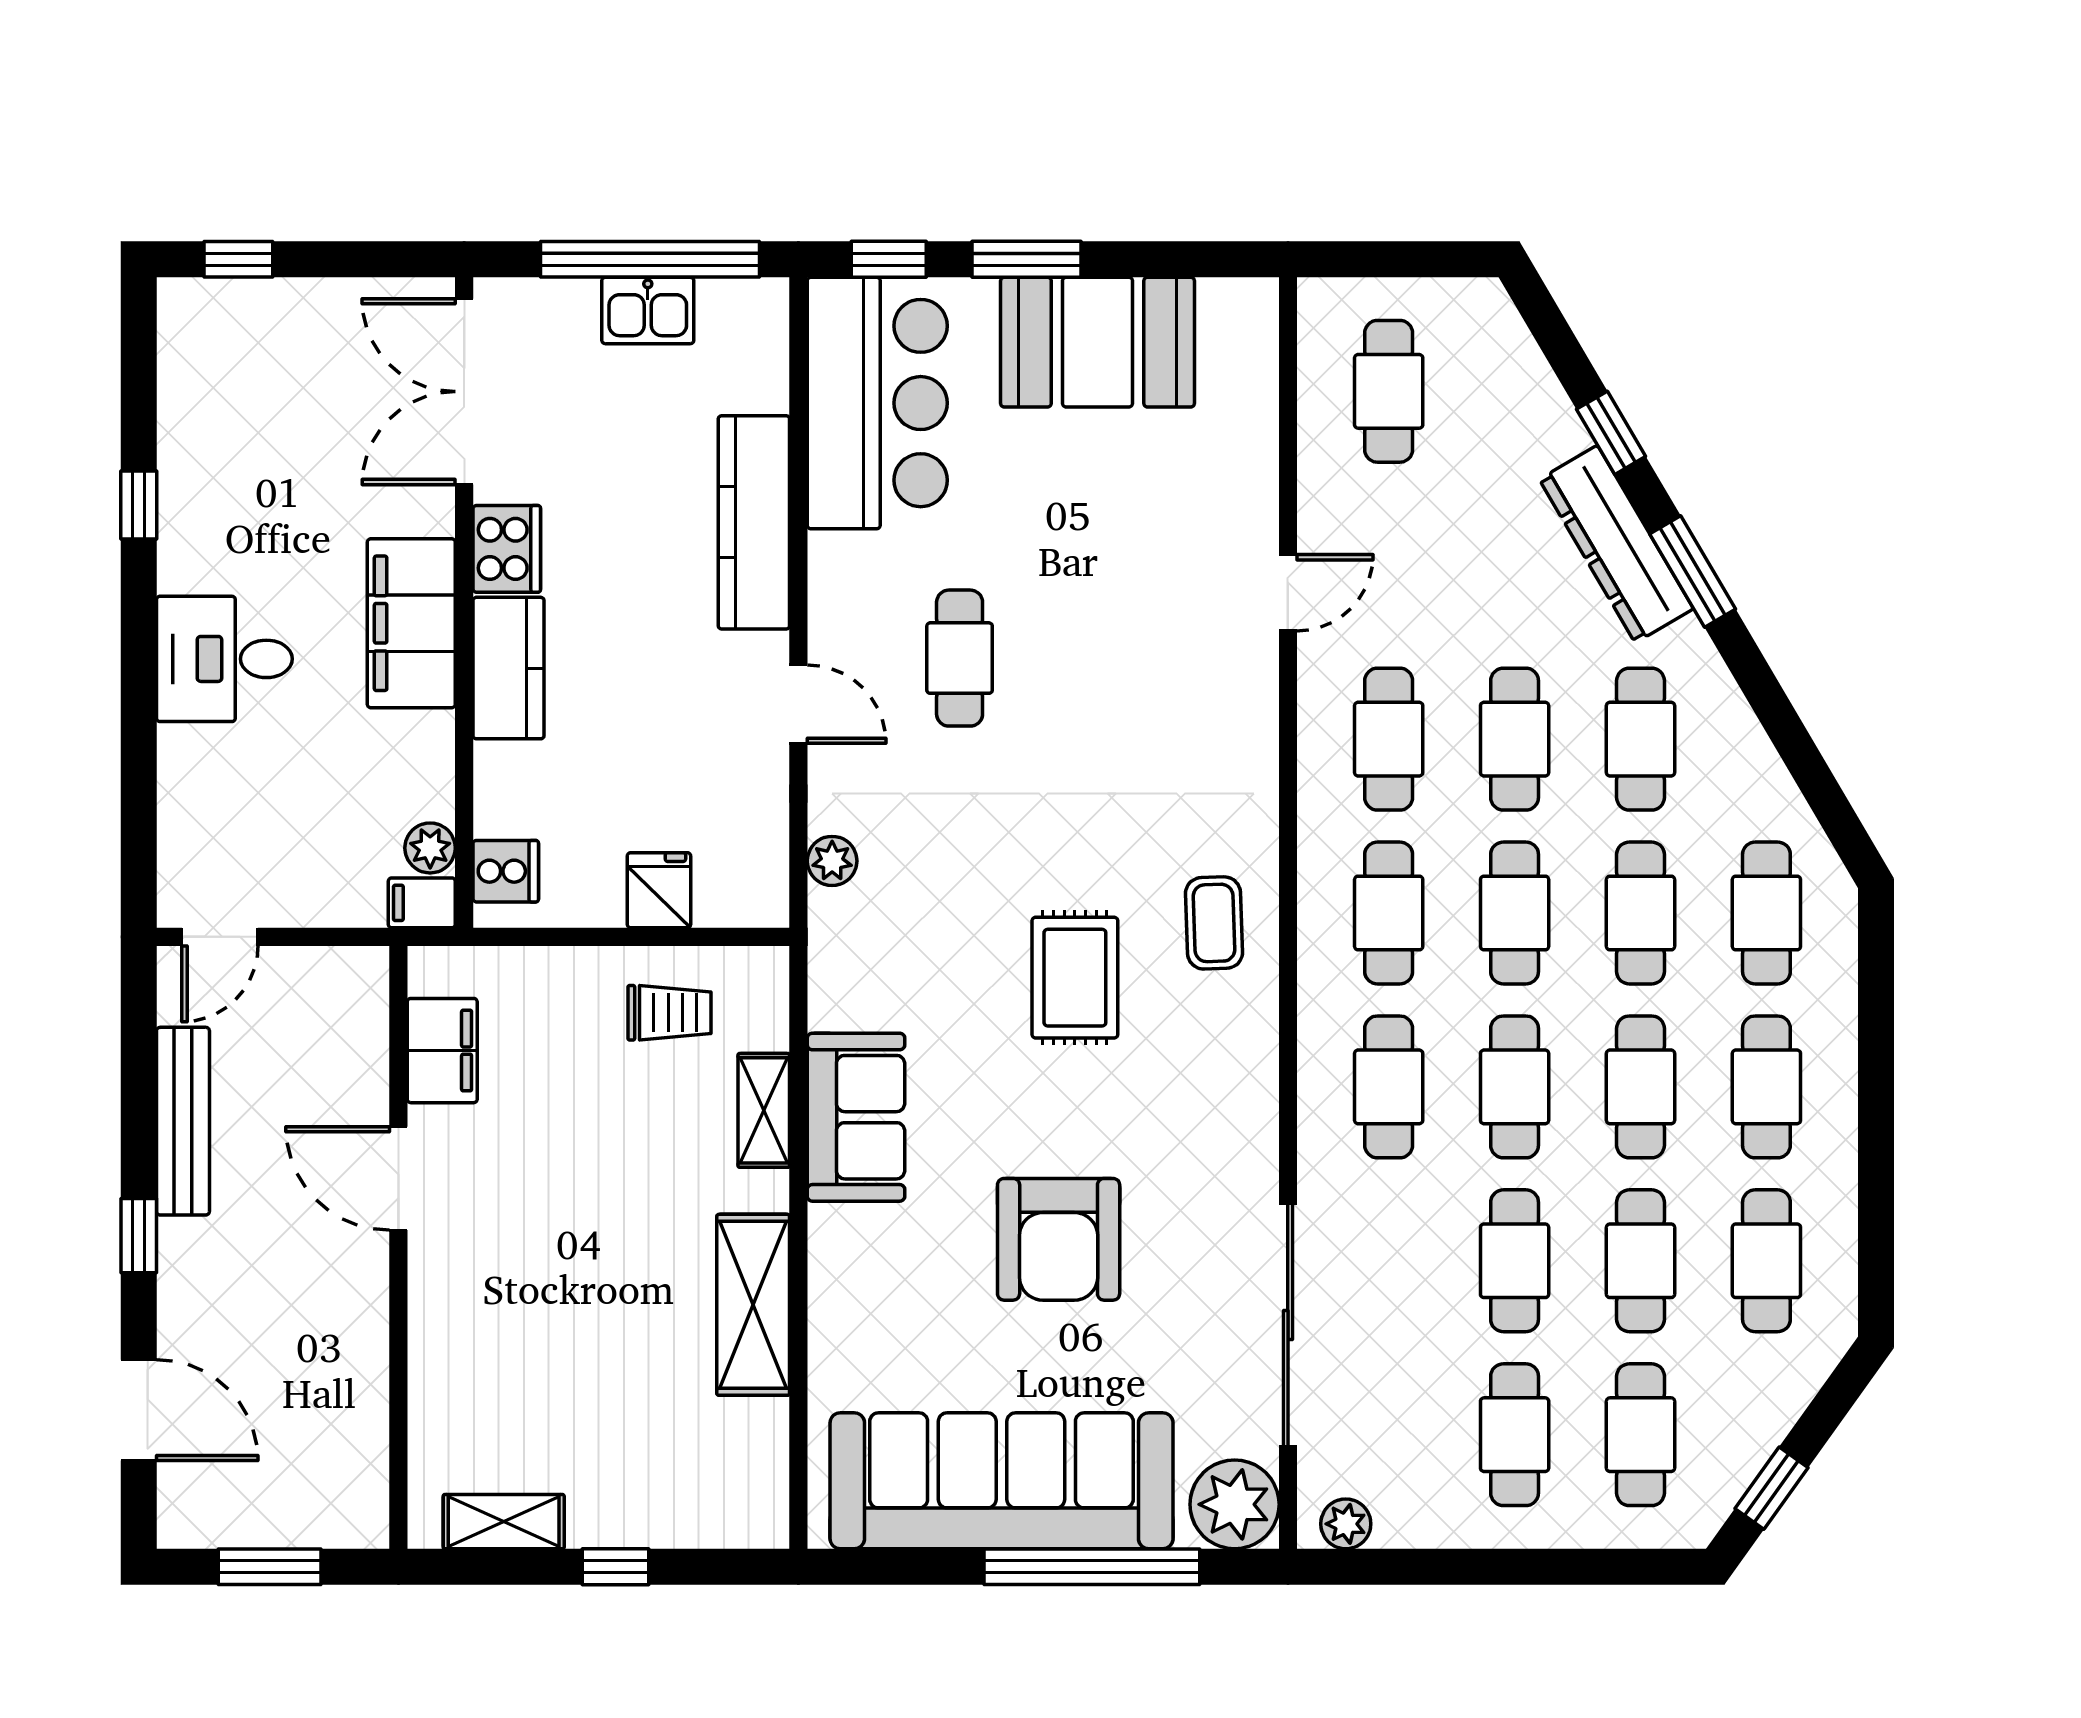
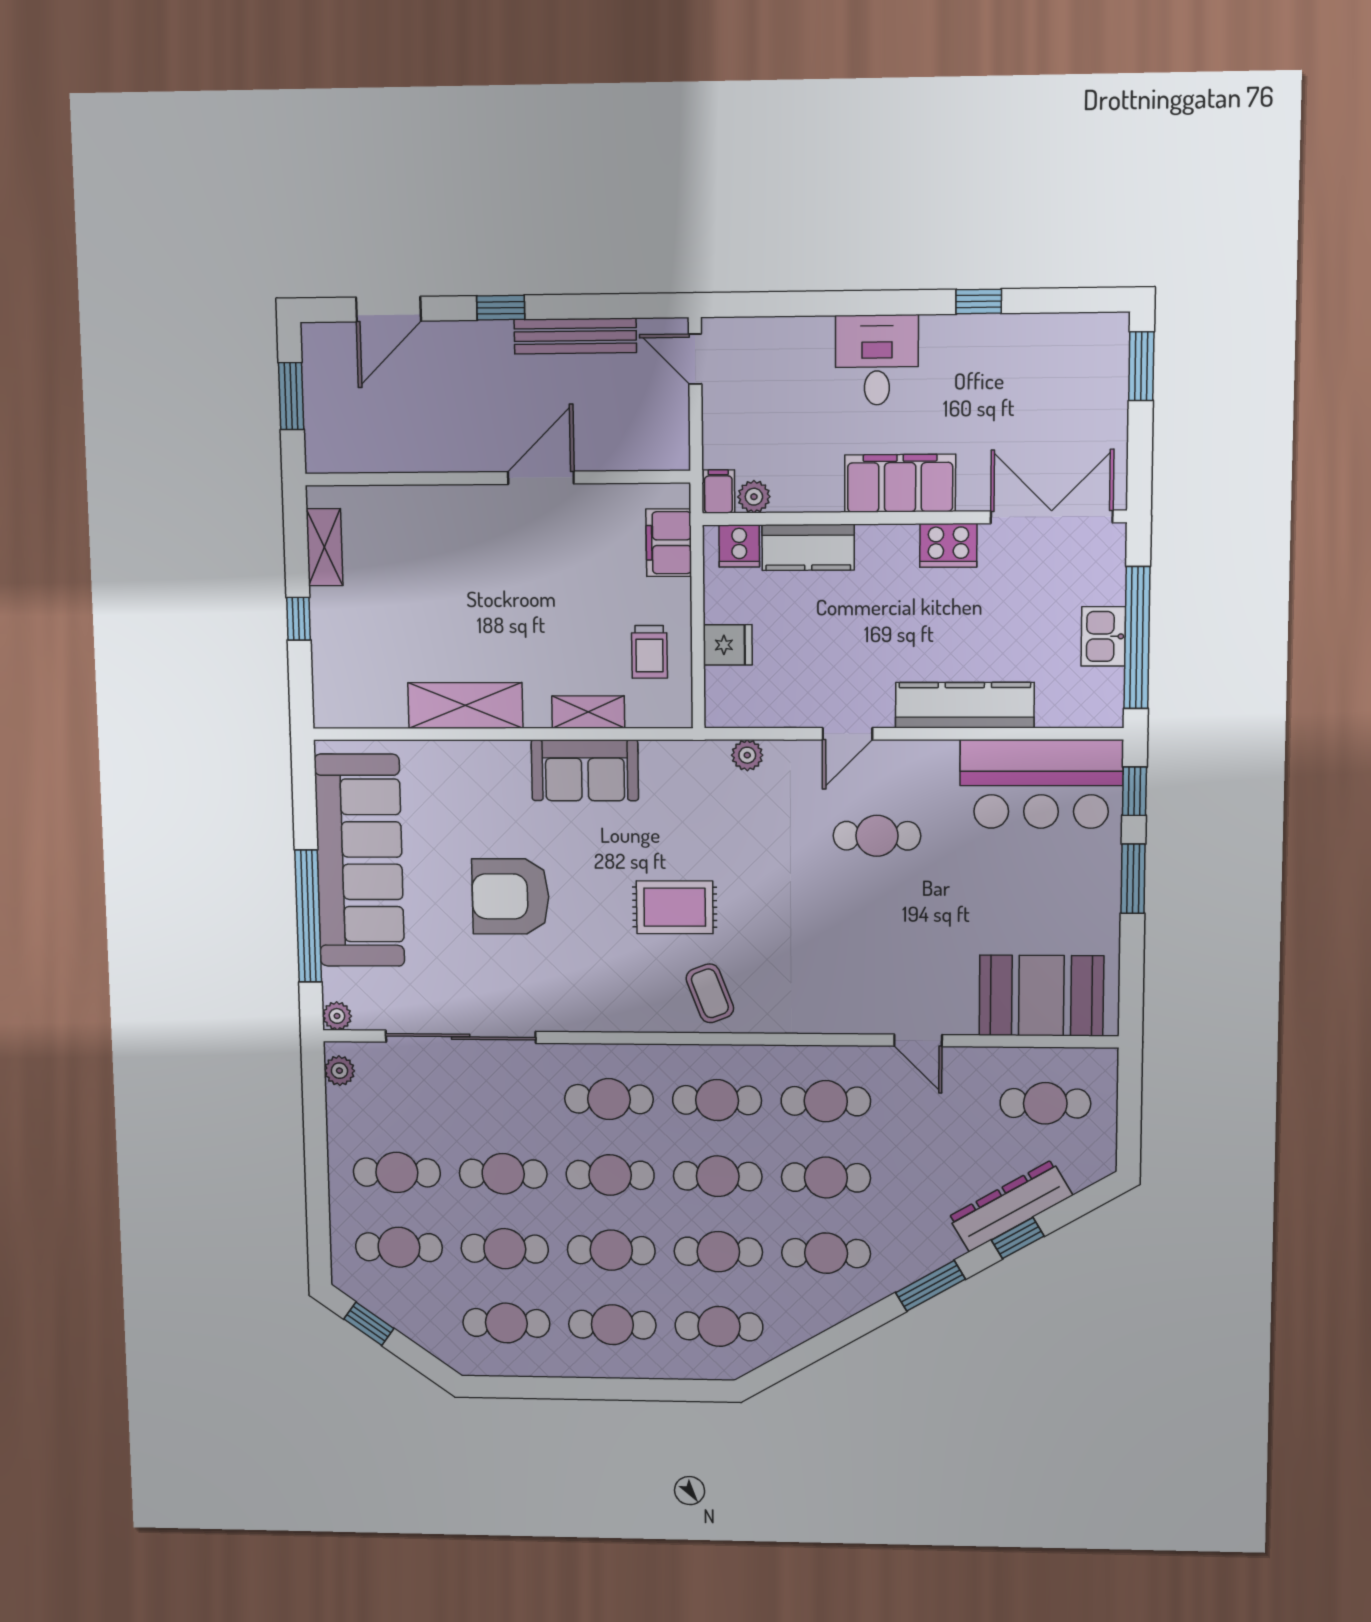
window: (238, 259) -> (1141, 366), width x1.50
booth: (1098, 342) -> (1041, 996), moved, turned 90
dresser: (1616, 544) -> (1010, 1206), moved
kitchen counter: (509, 668) -> (808, 547), moved
coffee table: (1214, 923) -> (710, 993), turned 71
filing cabinet: (442, 1051) -> (669, 543), moved, turned 90
plant: (1235, 1504) -> (337, 1016), width x0.53, depth x0.53

